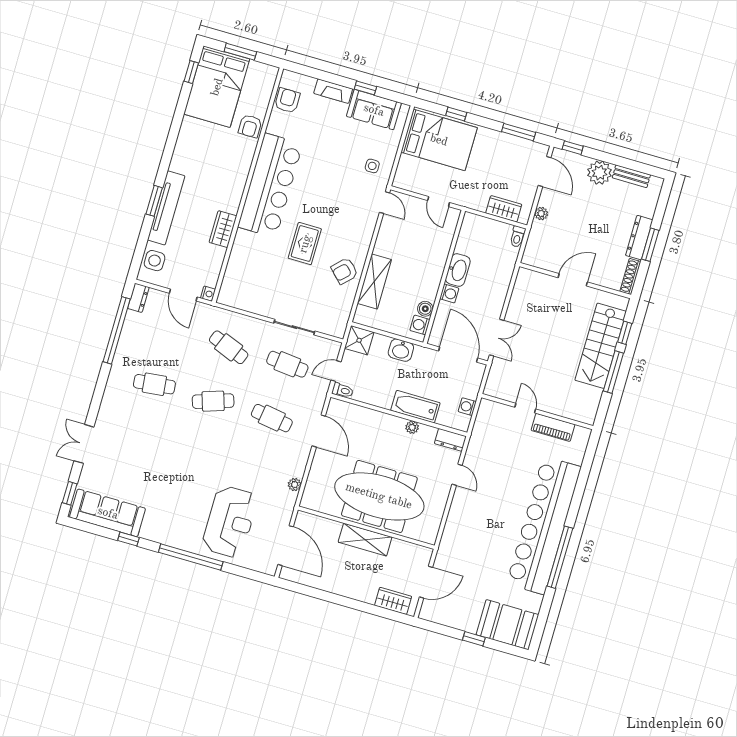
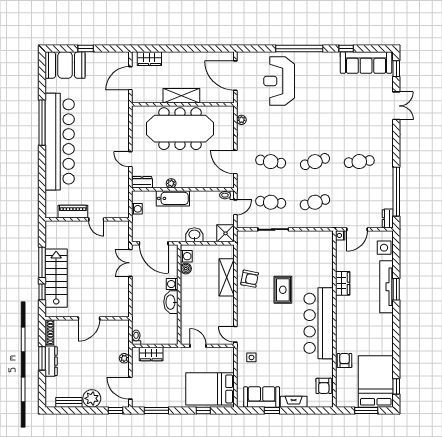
armchair: (345, 271) -> (250, 279), turned 56
door: (183, 295) -> (357, 229), swing flipped
cafe table: (229, 347) -> (315, 202), turned -36

